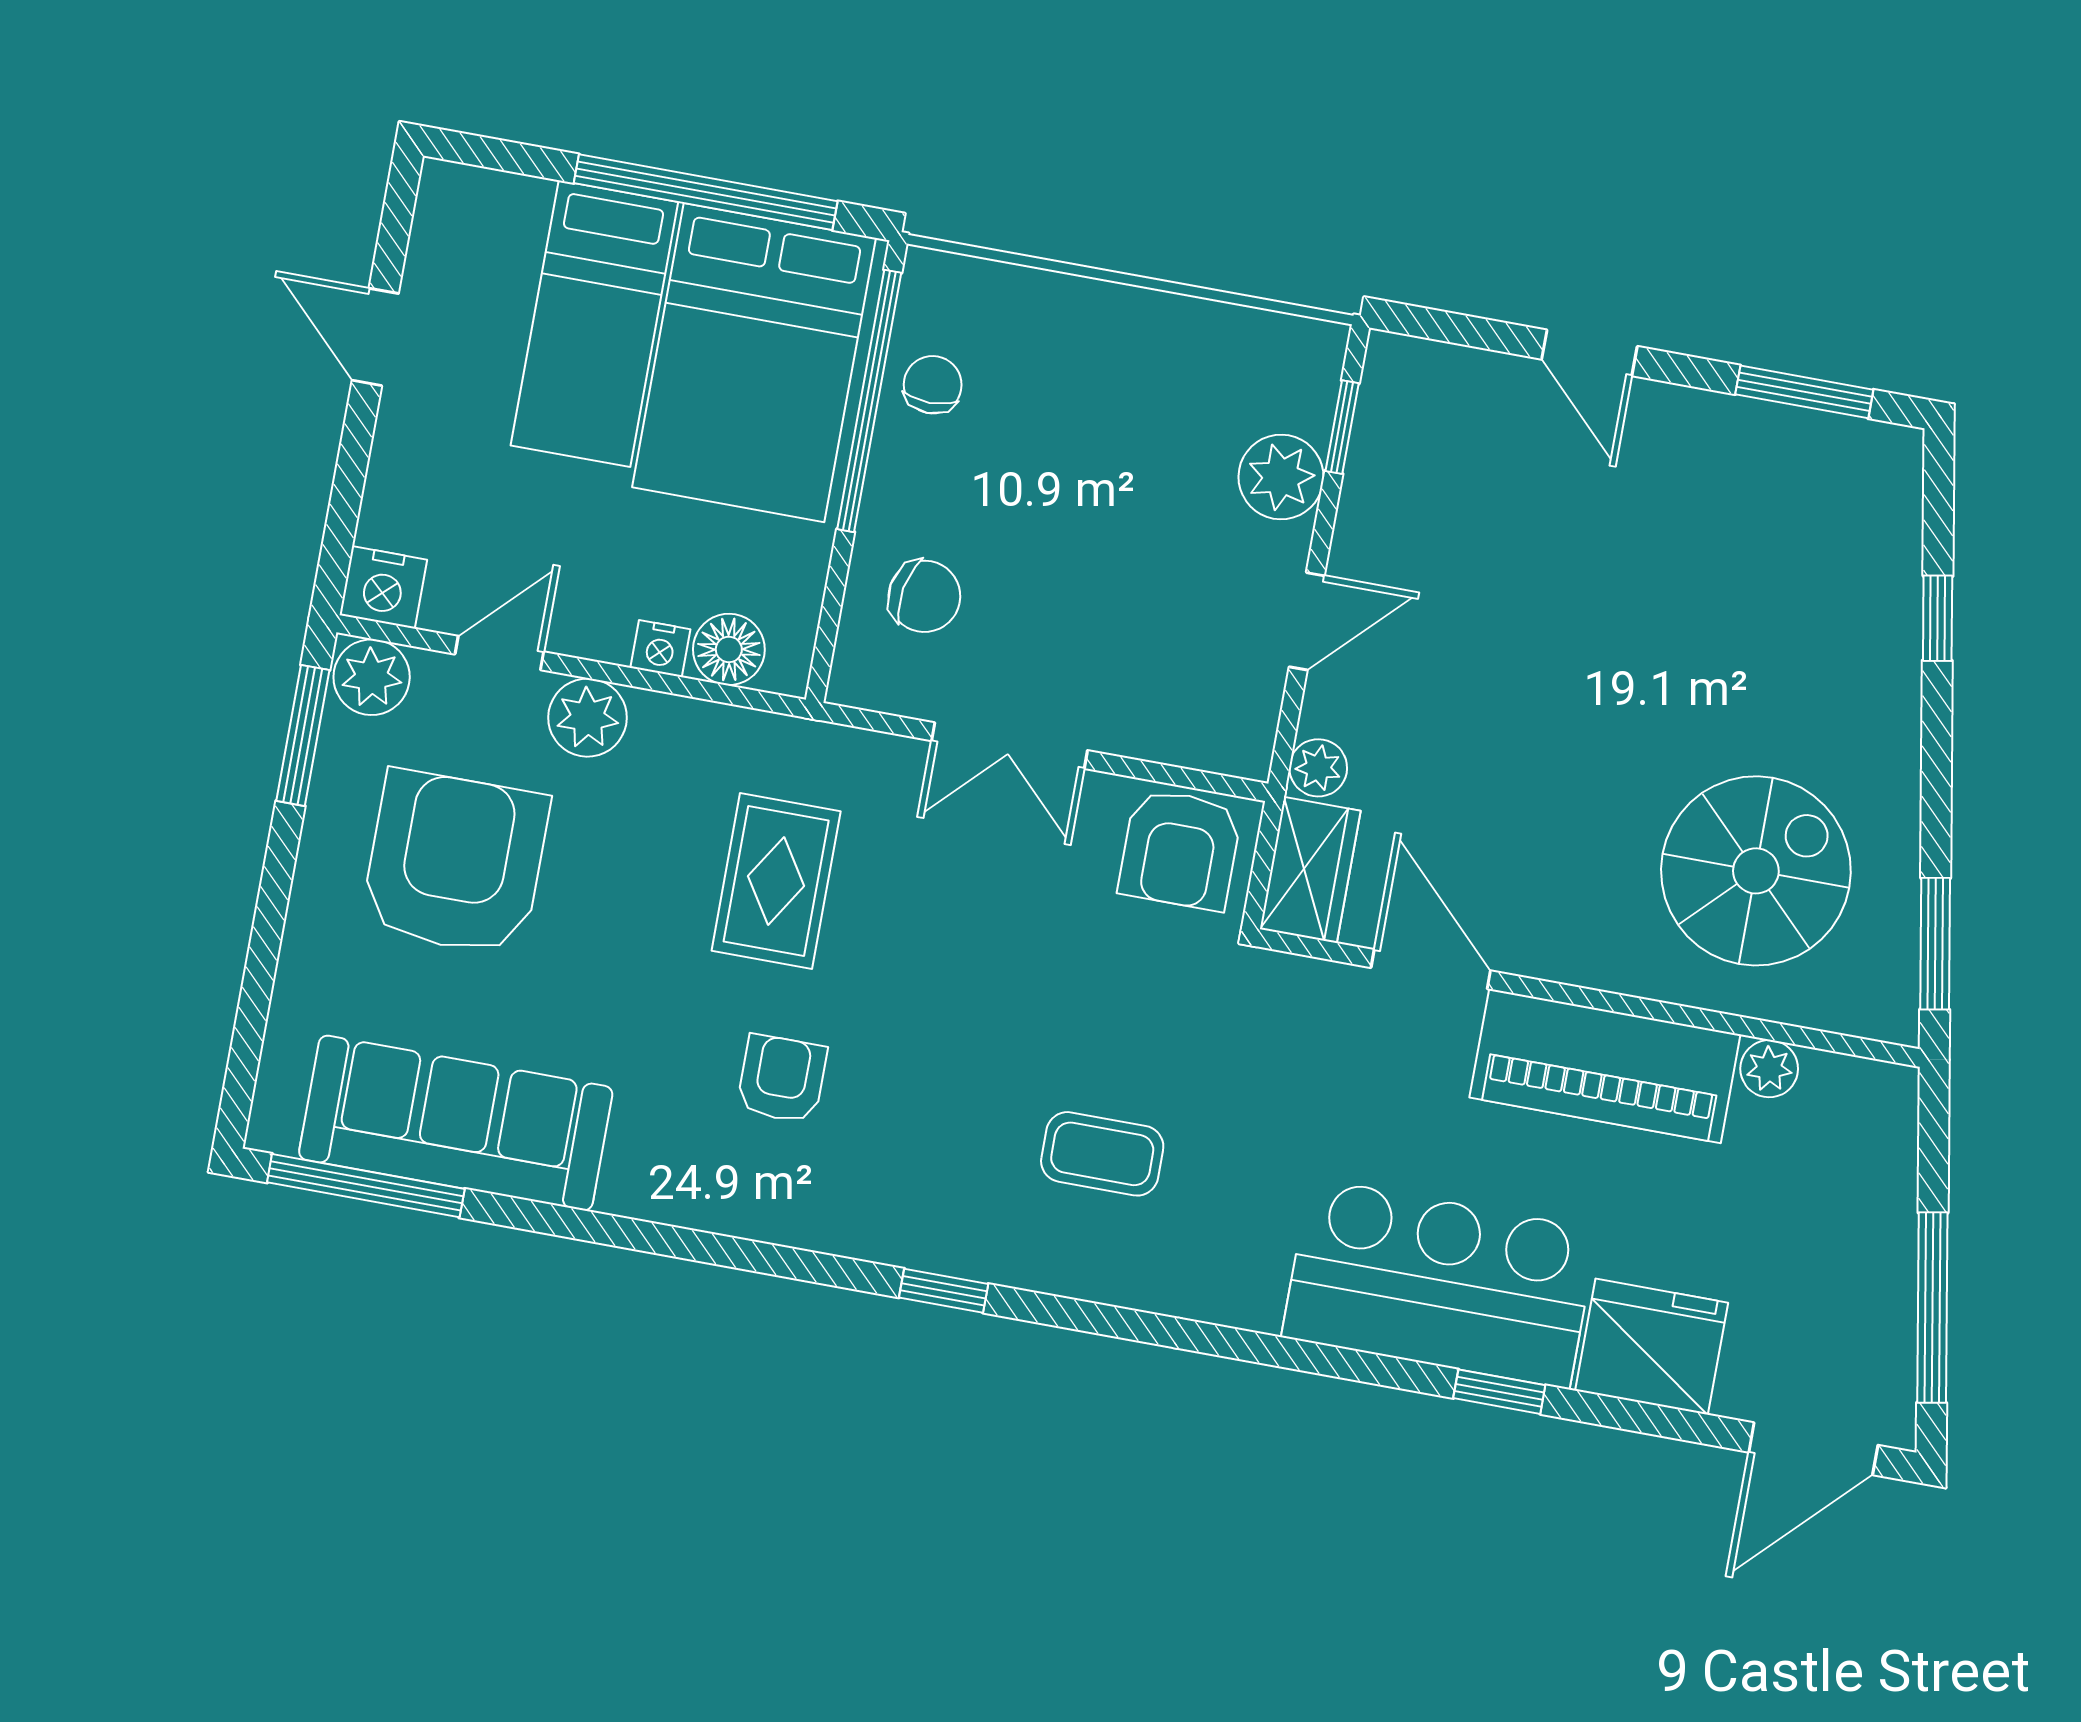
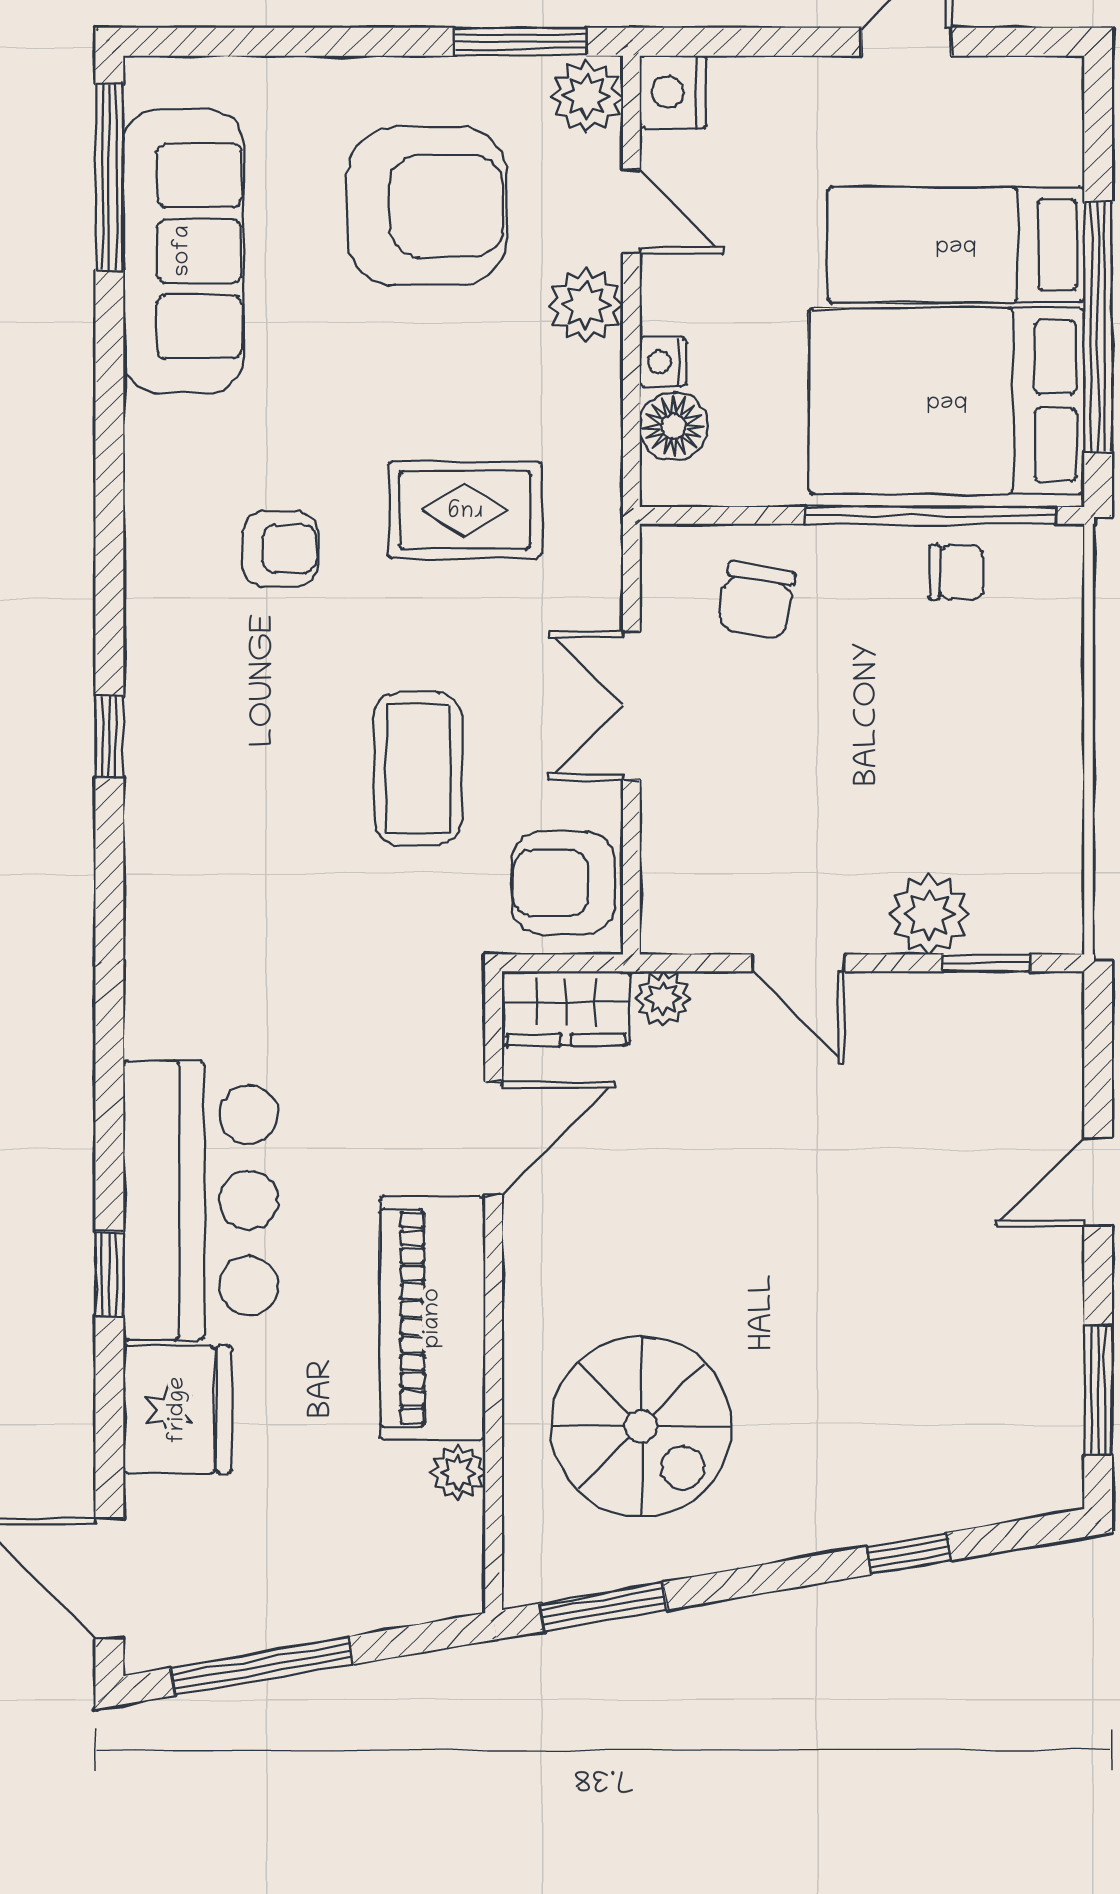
coffee table: (1102, 1154) -> (417, 769), moved, width x1.36, depth x1.30

